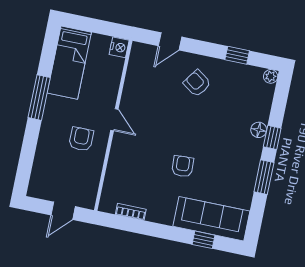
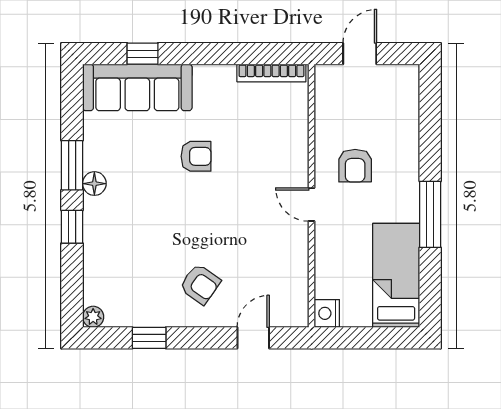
floor lamp: (259, 130) -> (94, 184), moved
armchair: (183, 166) -> (196, 156), turned -87
bookcase: (131, 212) -> (271, 73), width x1.56

